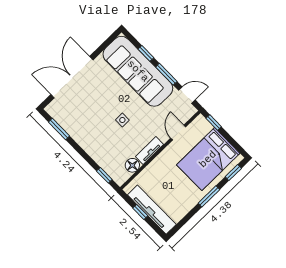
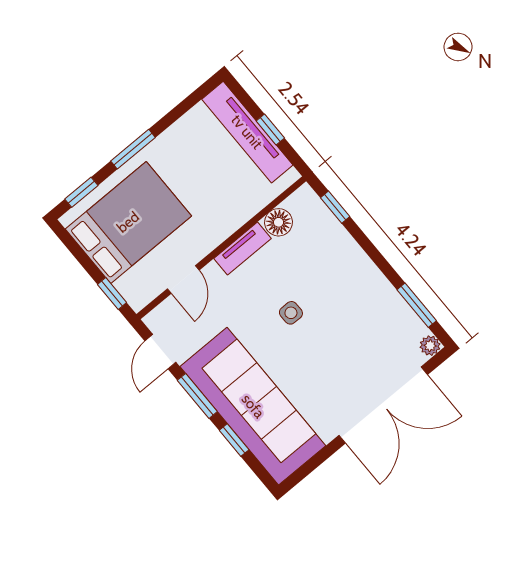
door: (187, 95) -> (160, 352), hinge flipped
plant: (51, 109) -> (430, 346), added

